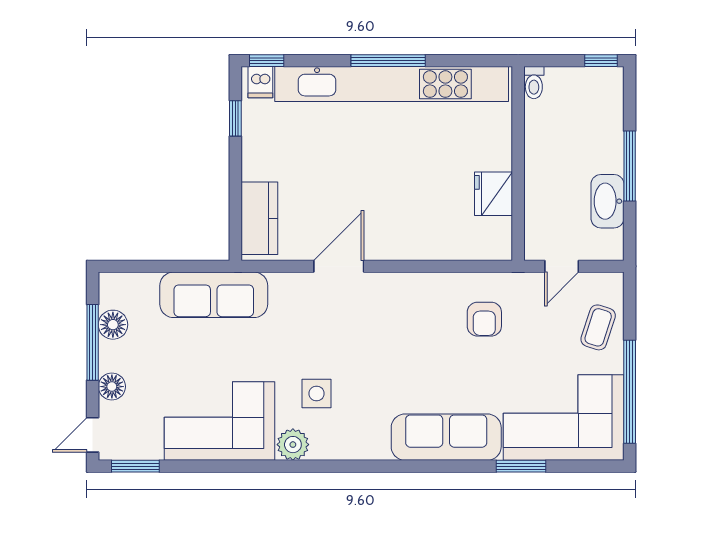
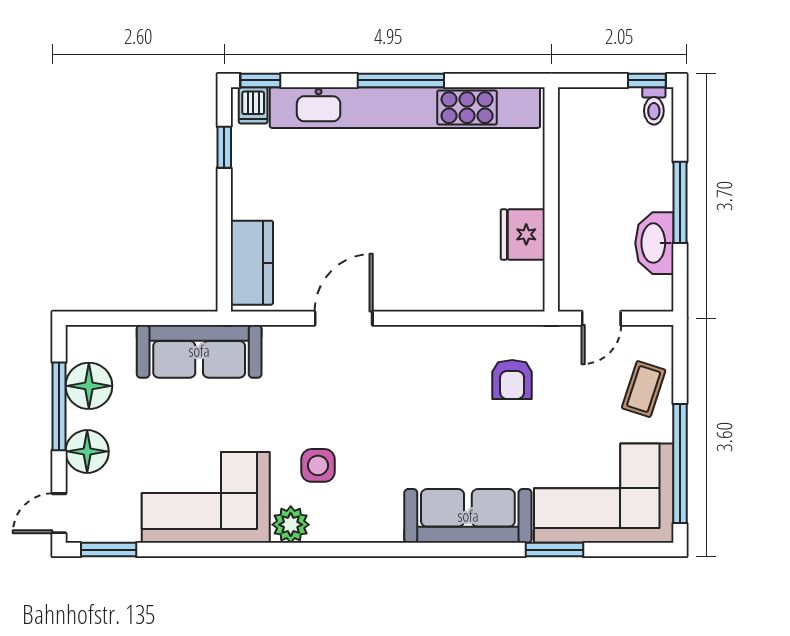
toilet: (534, 83) -> (654, 106), moved
floor lamp: (113, 325) -> (89, 386), width x1.38, depth x1.38
floor lamp: (112, 387) -> (87, 451), width x1.38, depth x1.38

